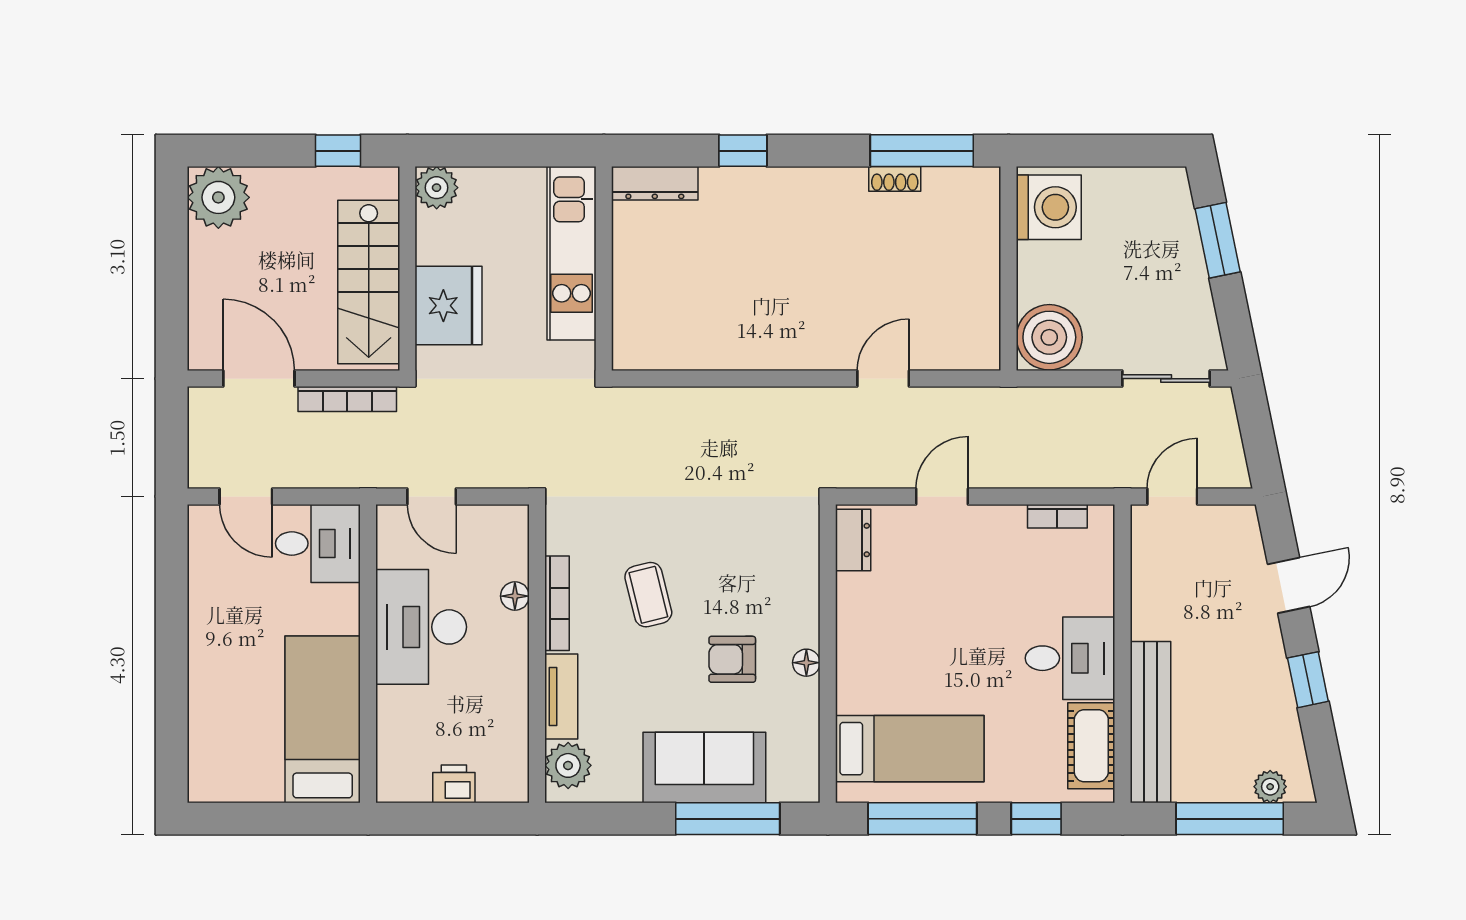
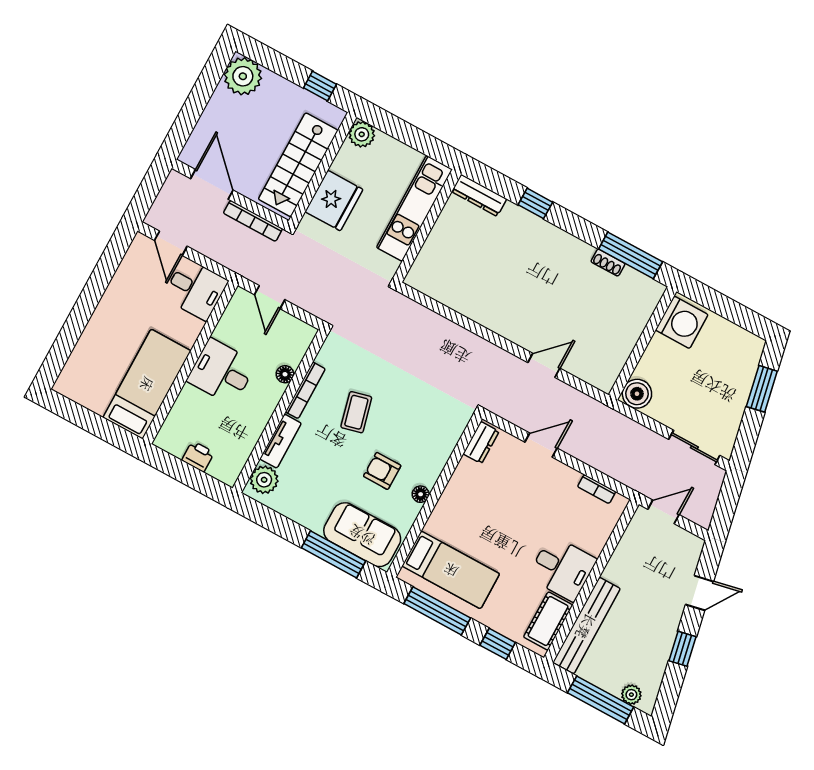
boiler: (1049, 337) -> (637, 394), width x0.73, depth x0.73
desk: (421, 627) -> (222, 372), width x0.73
sofa: (704, 768) -> (362, 535), moved

